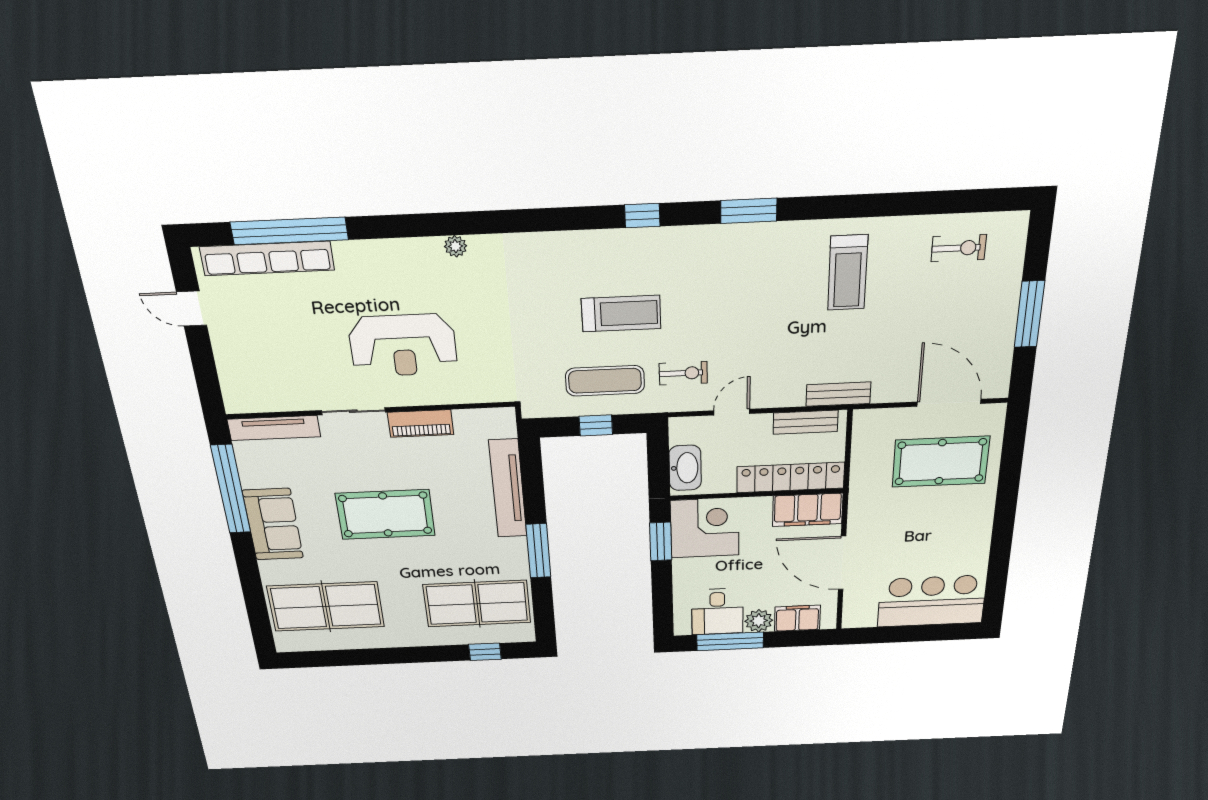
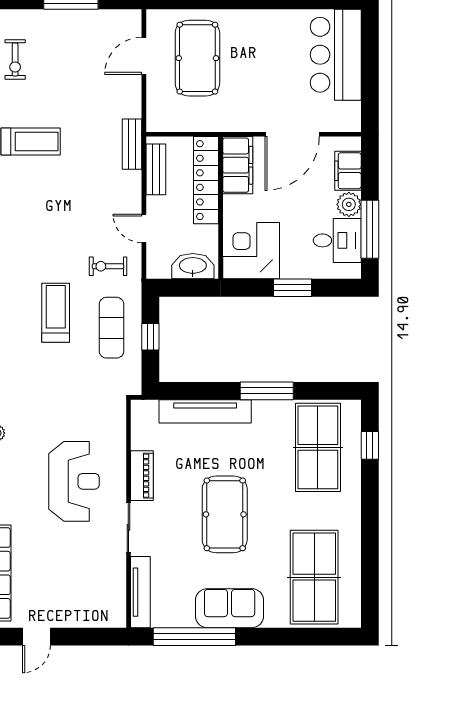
exercise bike: (959, 248) -> (15, 60), turned 180
exercise bike: (683, 373) -> (108, 266), turned -90
door: (949, 403) -> (144, 56), width x0.73
window: (661, 542) -> (292, 288), moved

